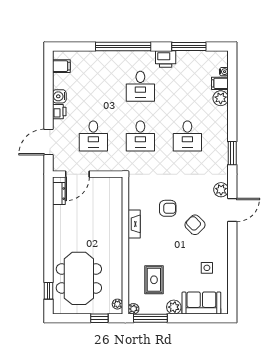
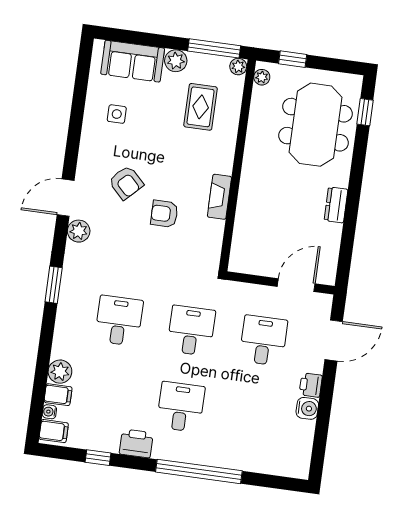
window: (189, 47) -> (98, 458), width x0.46
filing cabinet: (61, 66) -> (54, 431), moved, turned 180
dresser: (59, 194) -> (336, 205), moved

